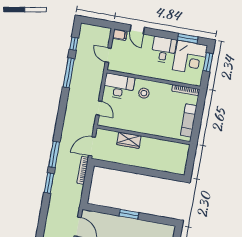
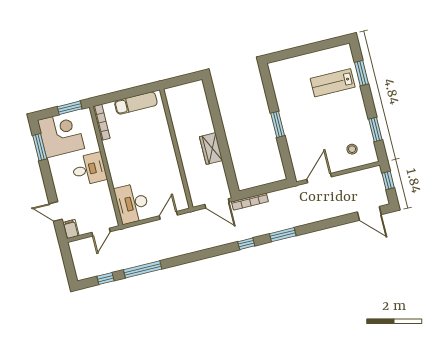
door: (137, 29) -> (56, 211), swing flipped
desk: (164, 50) -> (89, 169), moved, turned 180
window: (208, 62) -> (70, 108), moved
stool: (144, 93) -> (127, 170), removed
wardrobe: (129, 140) -> (211, 149), moved, turned 180
window: (54, 154) -> (246, 244), width x0.46

